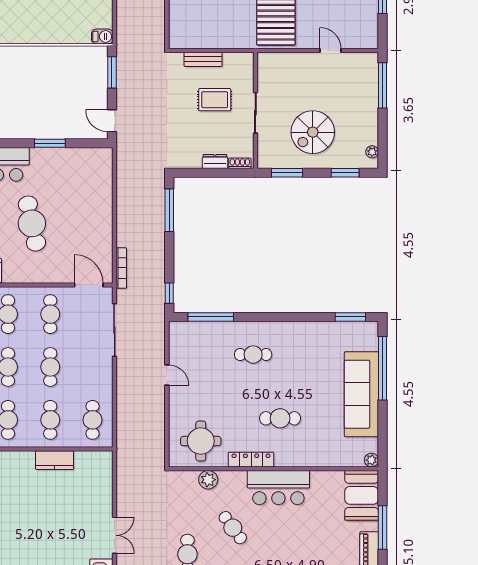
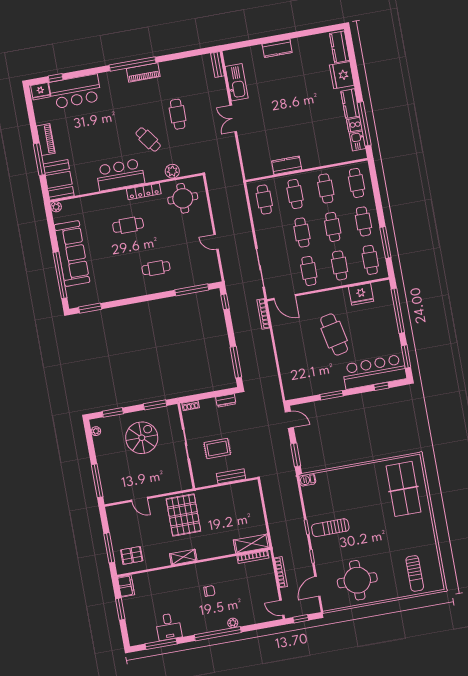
dresser: (215, 162) -> (226, 401), moved

